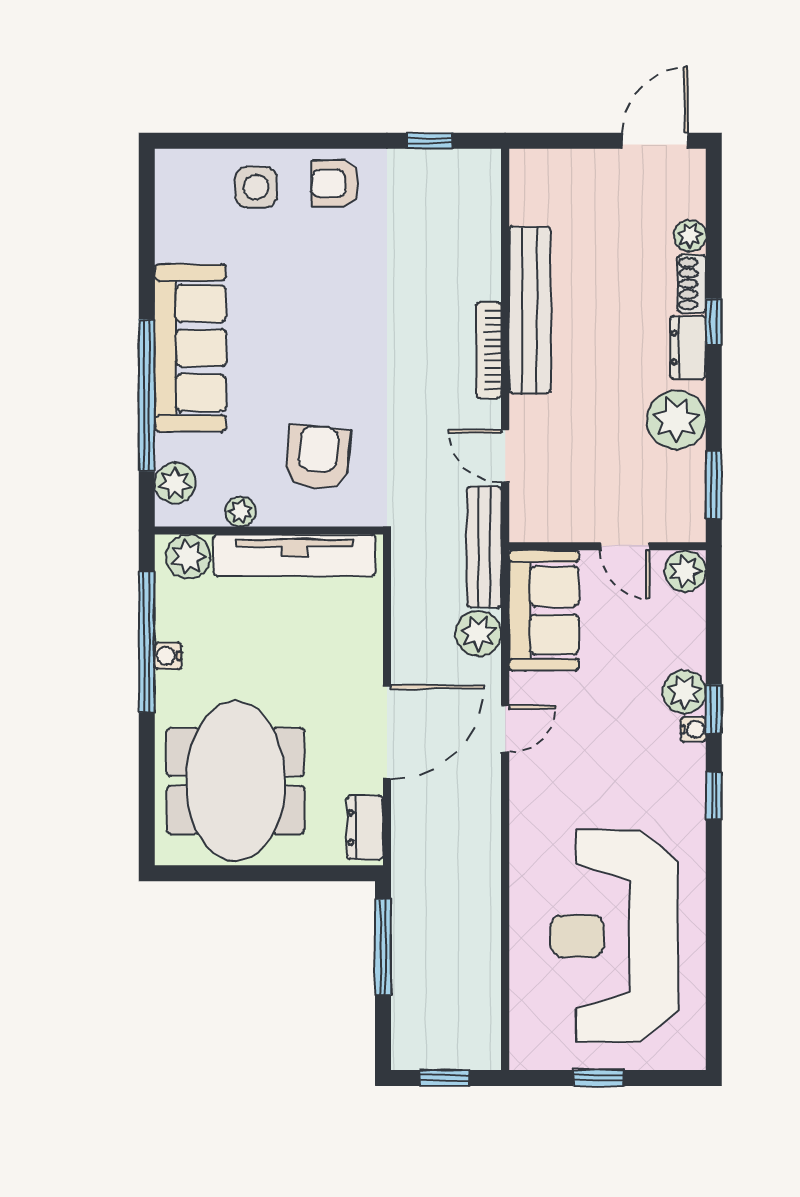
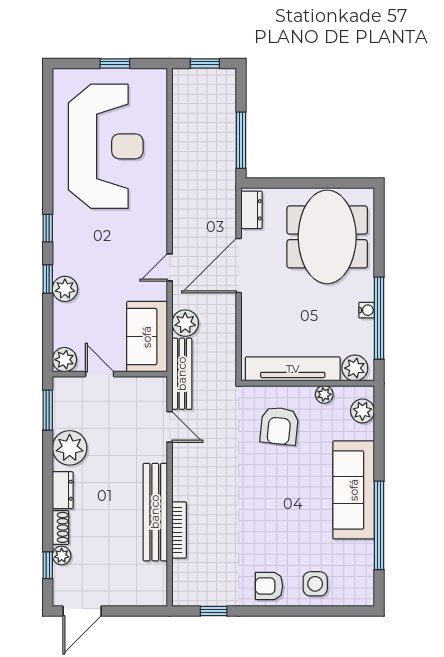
armchair: (335, 184) -> (269, 586), turned 180
window: (714, 322) -> (48, 565), moved
bookcase: (489, 350) -> (179, 530), moved
window: (147, 395) -> (379, 525), moved
water cooler: (693, 729) -> (60, 267), removed

